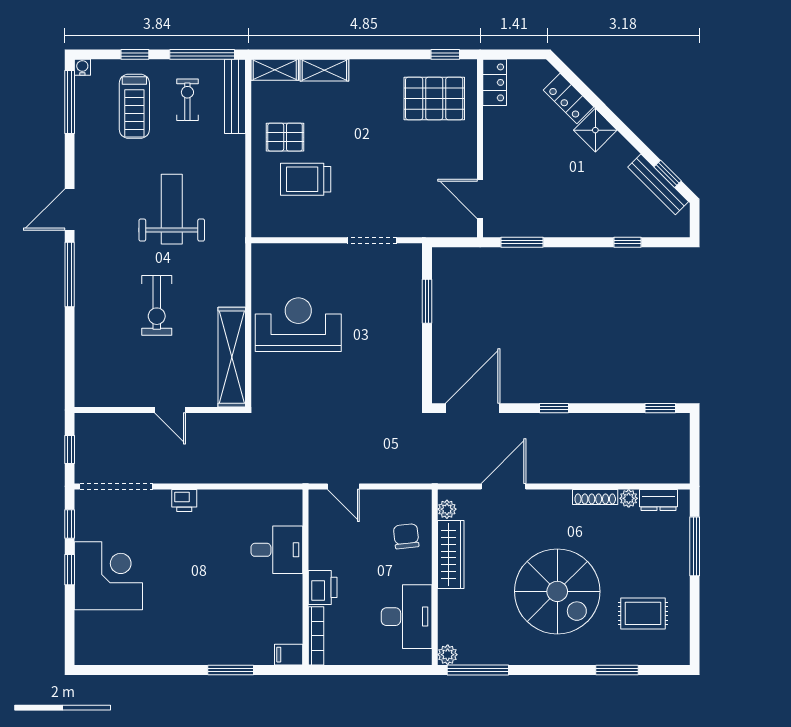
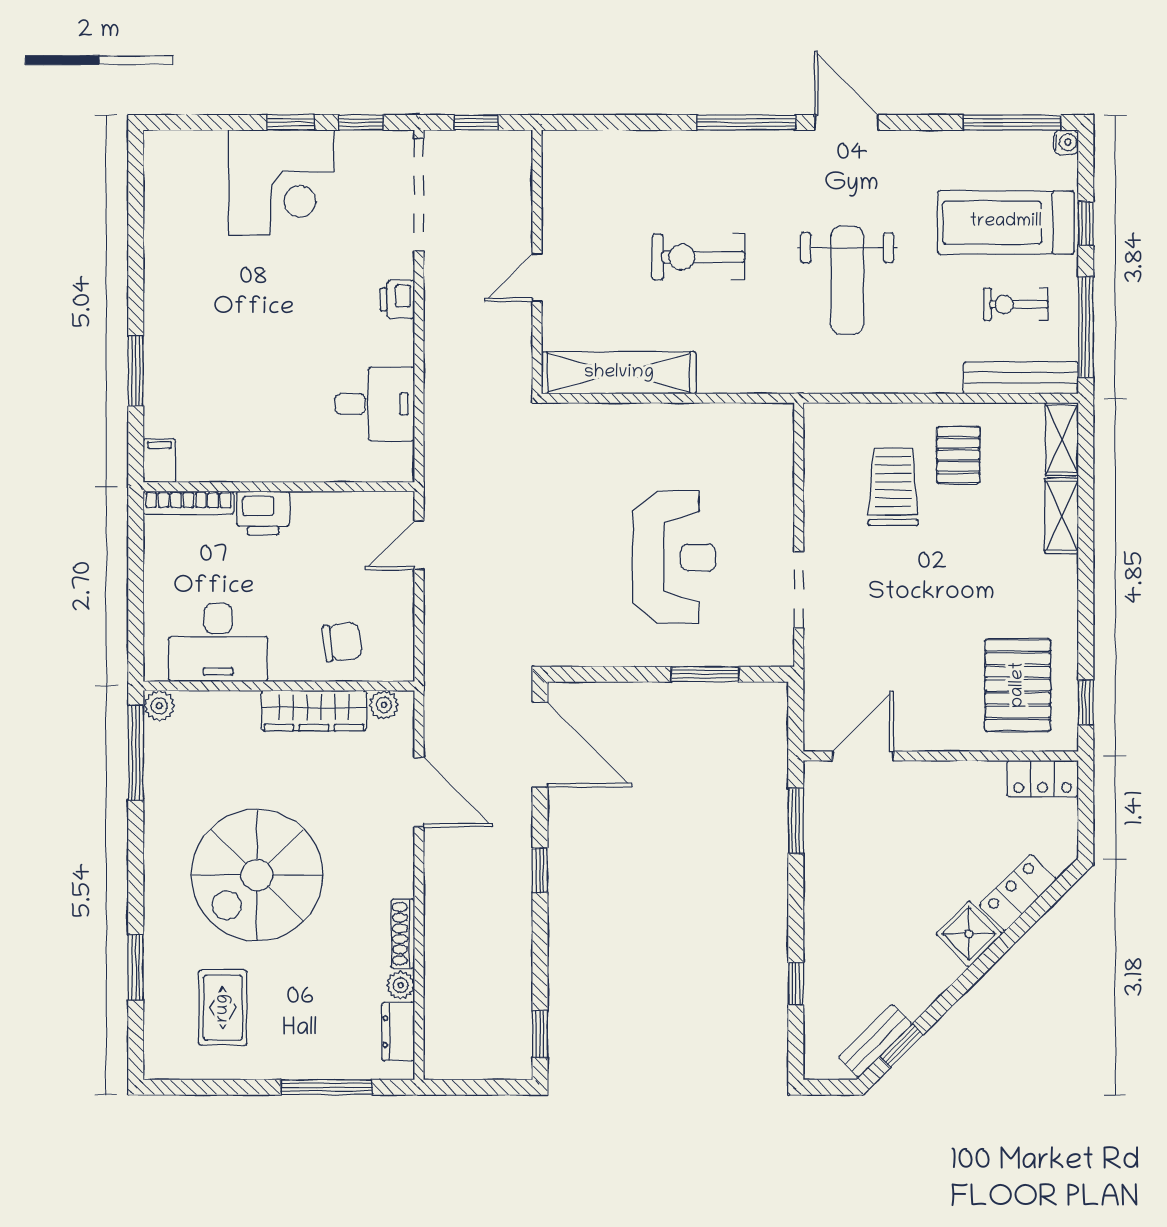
exercise bike: (187, 100) -> (1016, 304), turned 180
treadmill: (134, 106) -> (1006, 222), width x1.37, depth x1.38
bench: (658, 184) -> (875, 1041), width x0.73
weight bench: (172, 209) -> (847, 280), turned 90
reception desk: (298, 325) -> (674, 557), moved
desk: (277, 550) -> (375, 404), moved, turned -90

